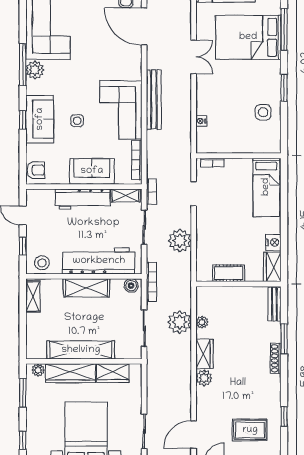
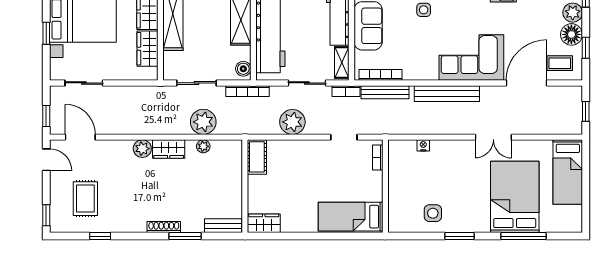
corner sofa: (121, 110) -> (471, 58), moved
bench: (153, 156) -> (385, 92), added
nightstand: (273, 242) -> (290, 224), removed
cot: (229, 273) -> (257, 157), moved

